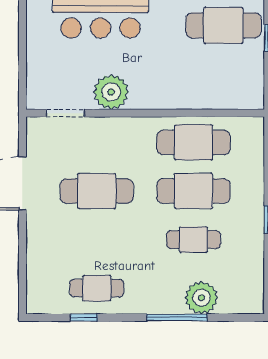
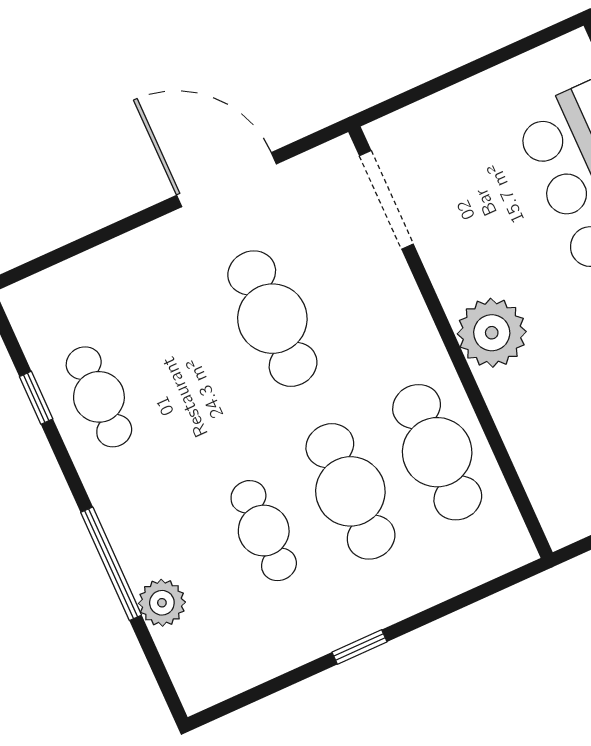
plant: (111, 92) -> (492, 333), moved
doorway: (66, 113) -> (386, 200), width x1.38
plant: (201, 298) -> (162, 603), width x0.73, depth x0.73

